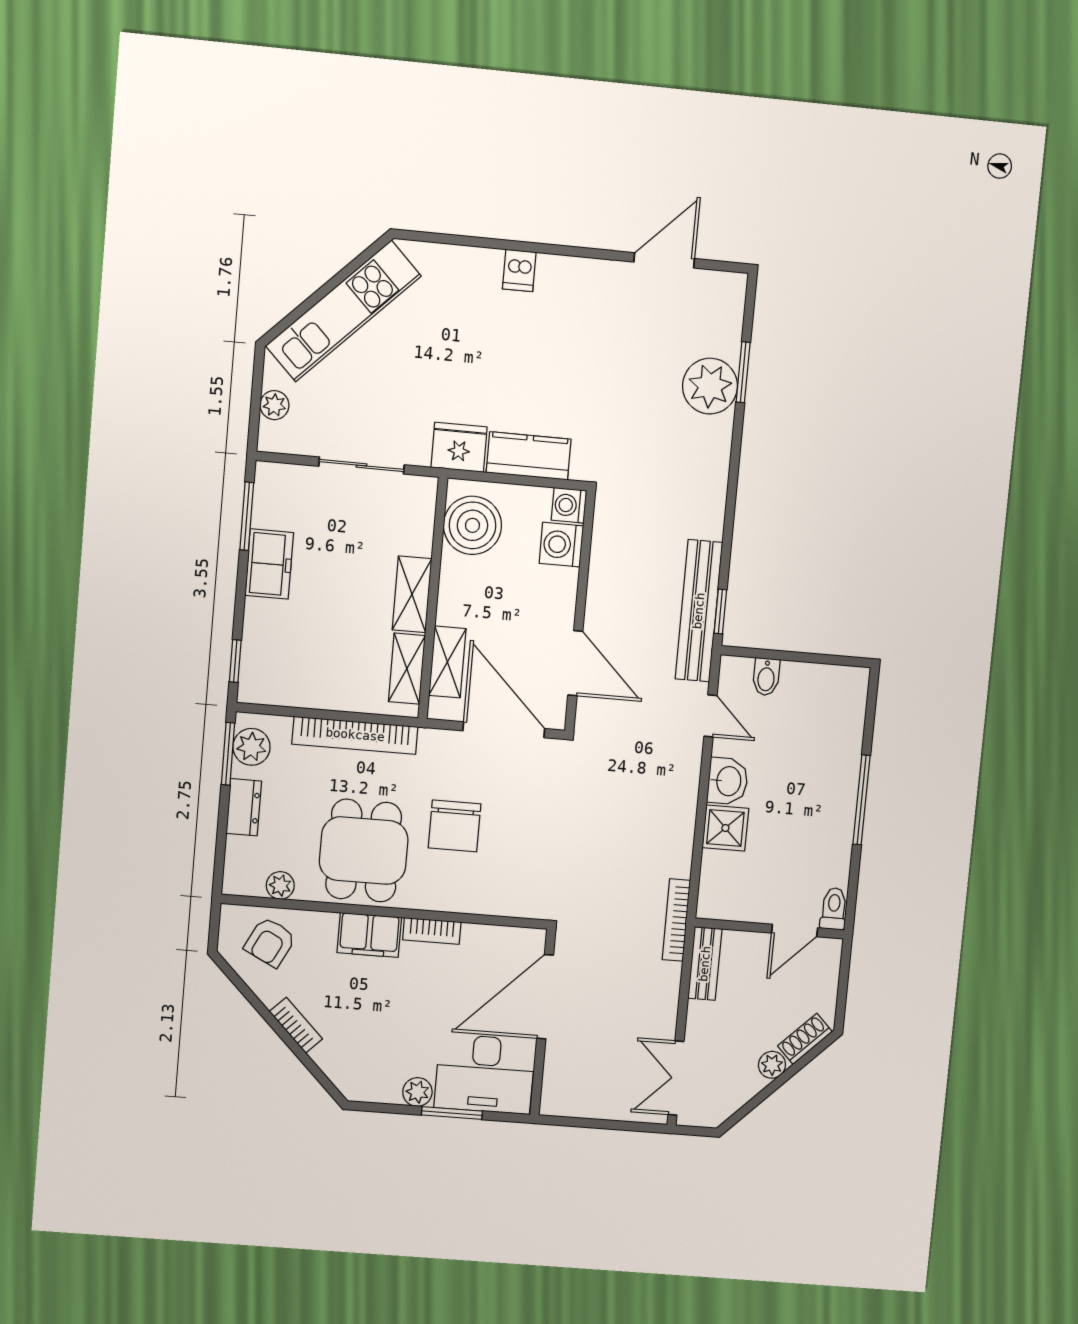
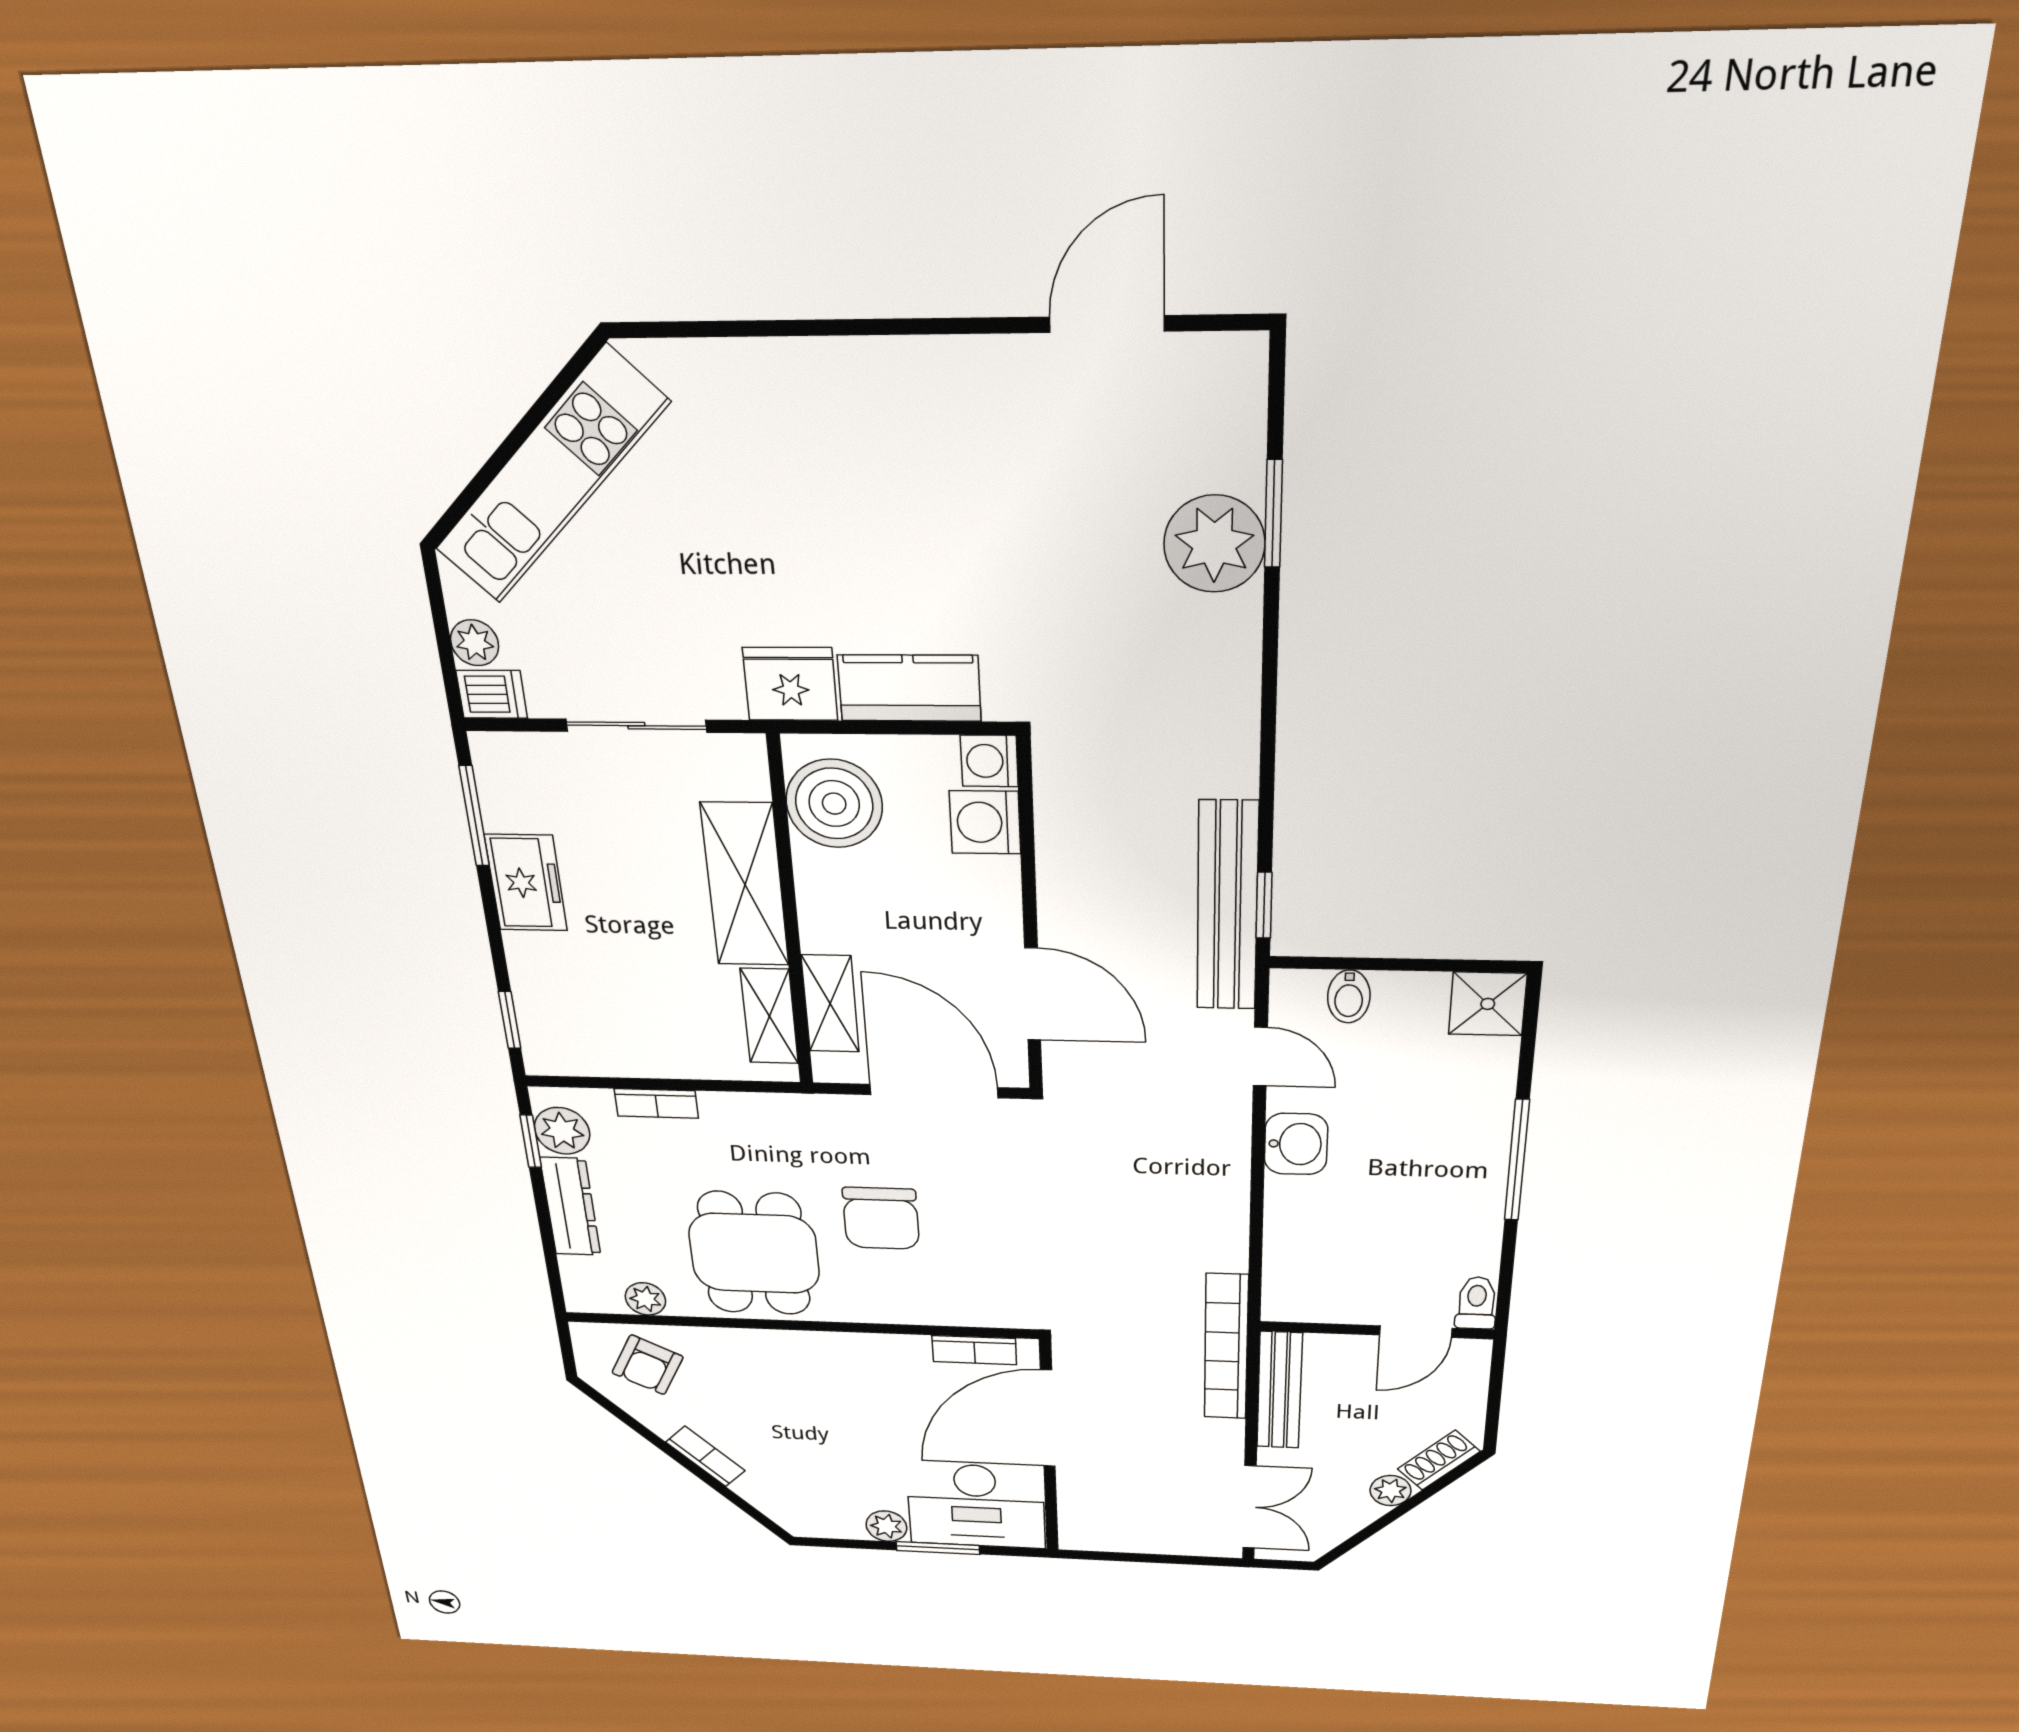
dishwasher: (519, 270) -> (492, 694), moved, turned -90
shelving: (412, 594) -> (745, 885), width x1.50, depth x1.33
bookcase: (355, 735) -> (656, 1103), width x0.43, depth x0.76
window: (228, 754) -> (531, 1141), width x0.67
dresser: (244, 807) -> (570, 1207), width x1.44
shower: (725, 828) -> (1488, 1004), moved
bookcase: (676, 920) -> (1226, 1347), width x1.48, depth x1.31
bookcase: (432, 931) -> (974, 1350), moved
filing cabinet: (369, 935) -> (784, 1353), removed
bench: (705, 964) -> (1279, 1390), width x1.36
double door: (676, 1078) -> (1249, 1507), swing flipped

